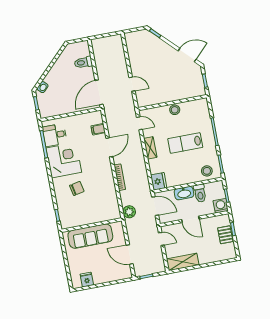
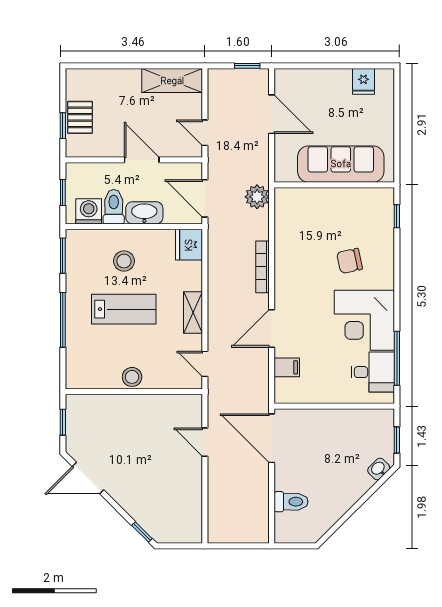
door: (99, 92) -> (272, 438), swing flipped
stool: (207, 171) -> (124, 261), moved
washing machine: (221, 206) -> (89, 211), moved, turned 180

